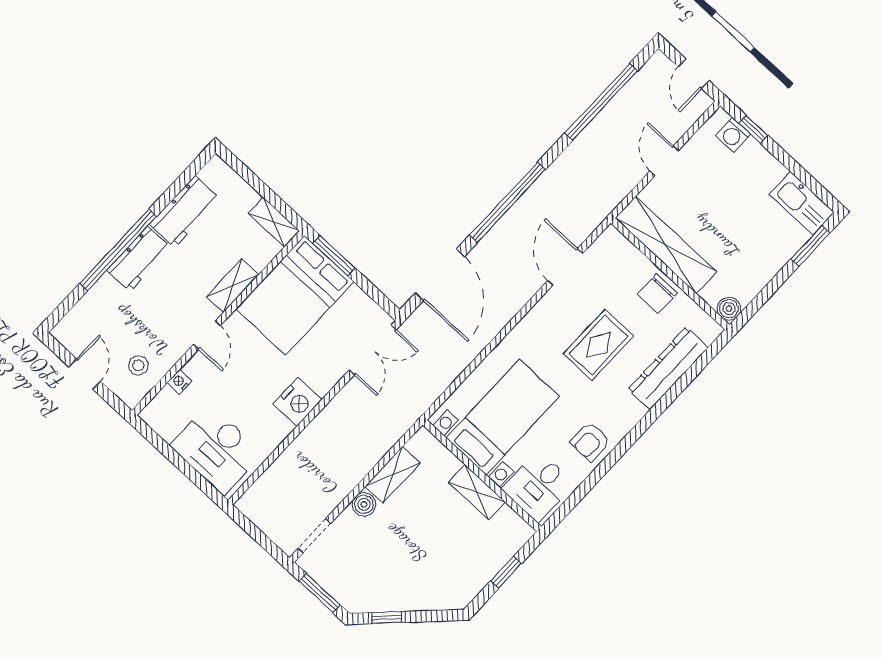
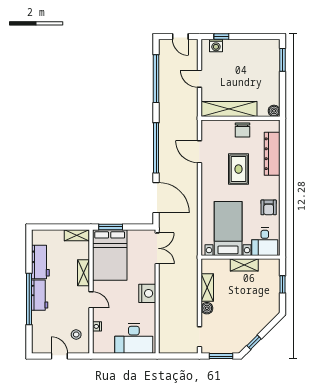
kitchen sink: (802, 203) -> (265, 47), removed

